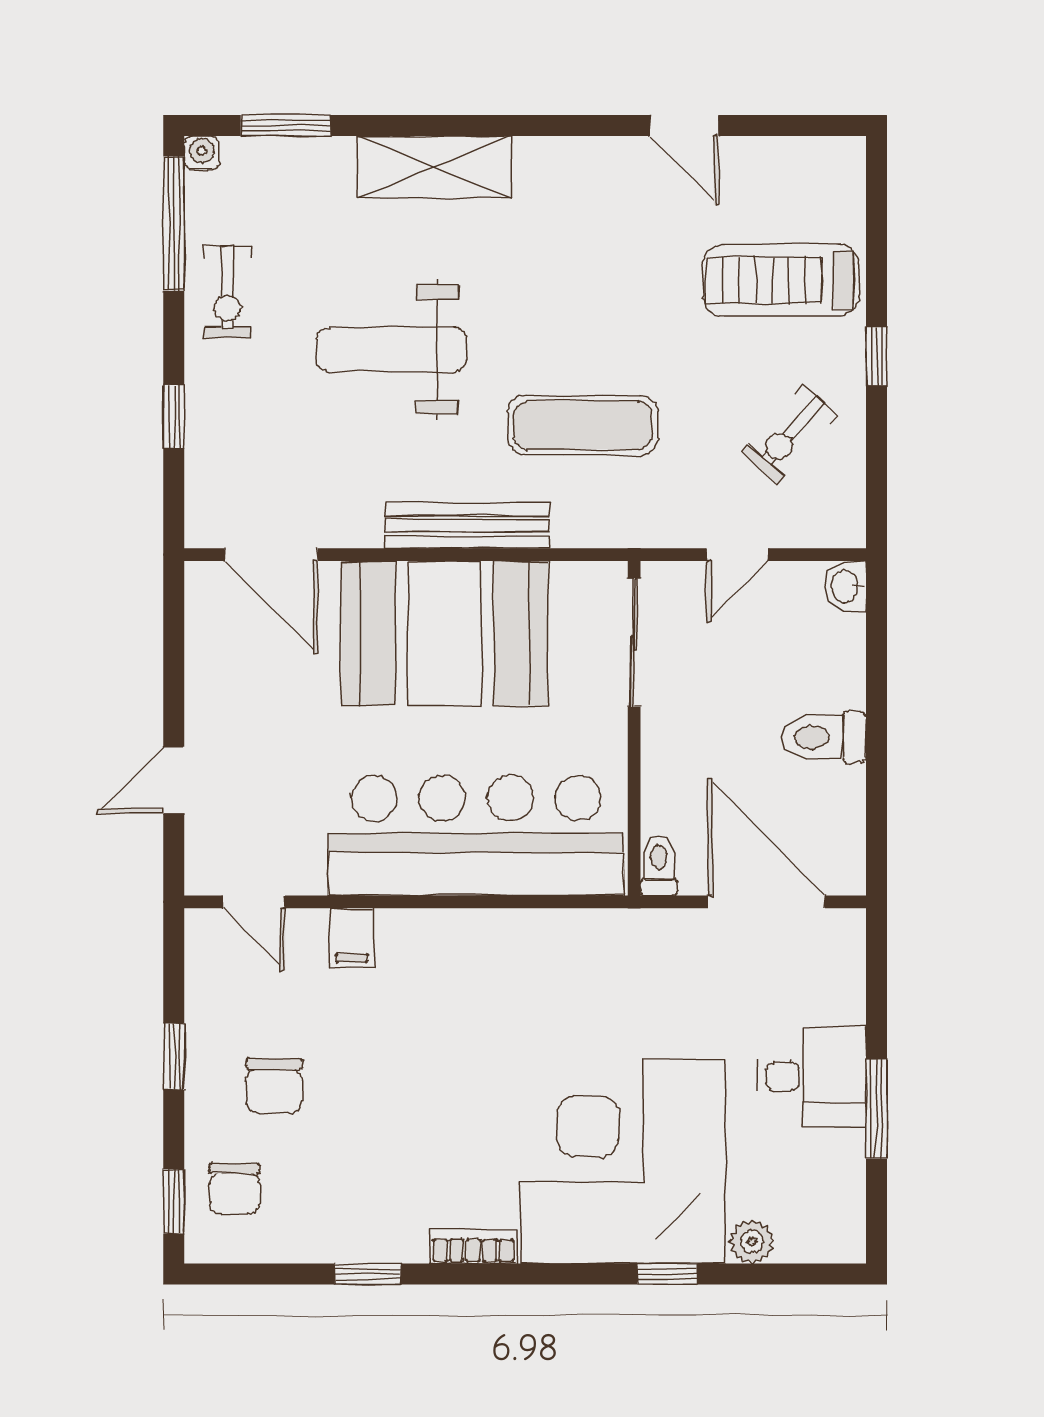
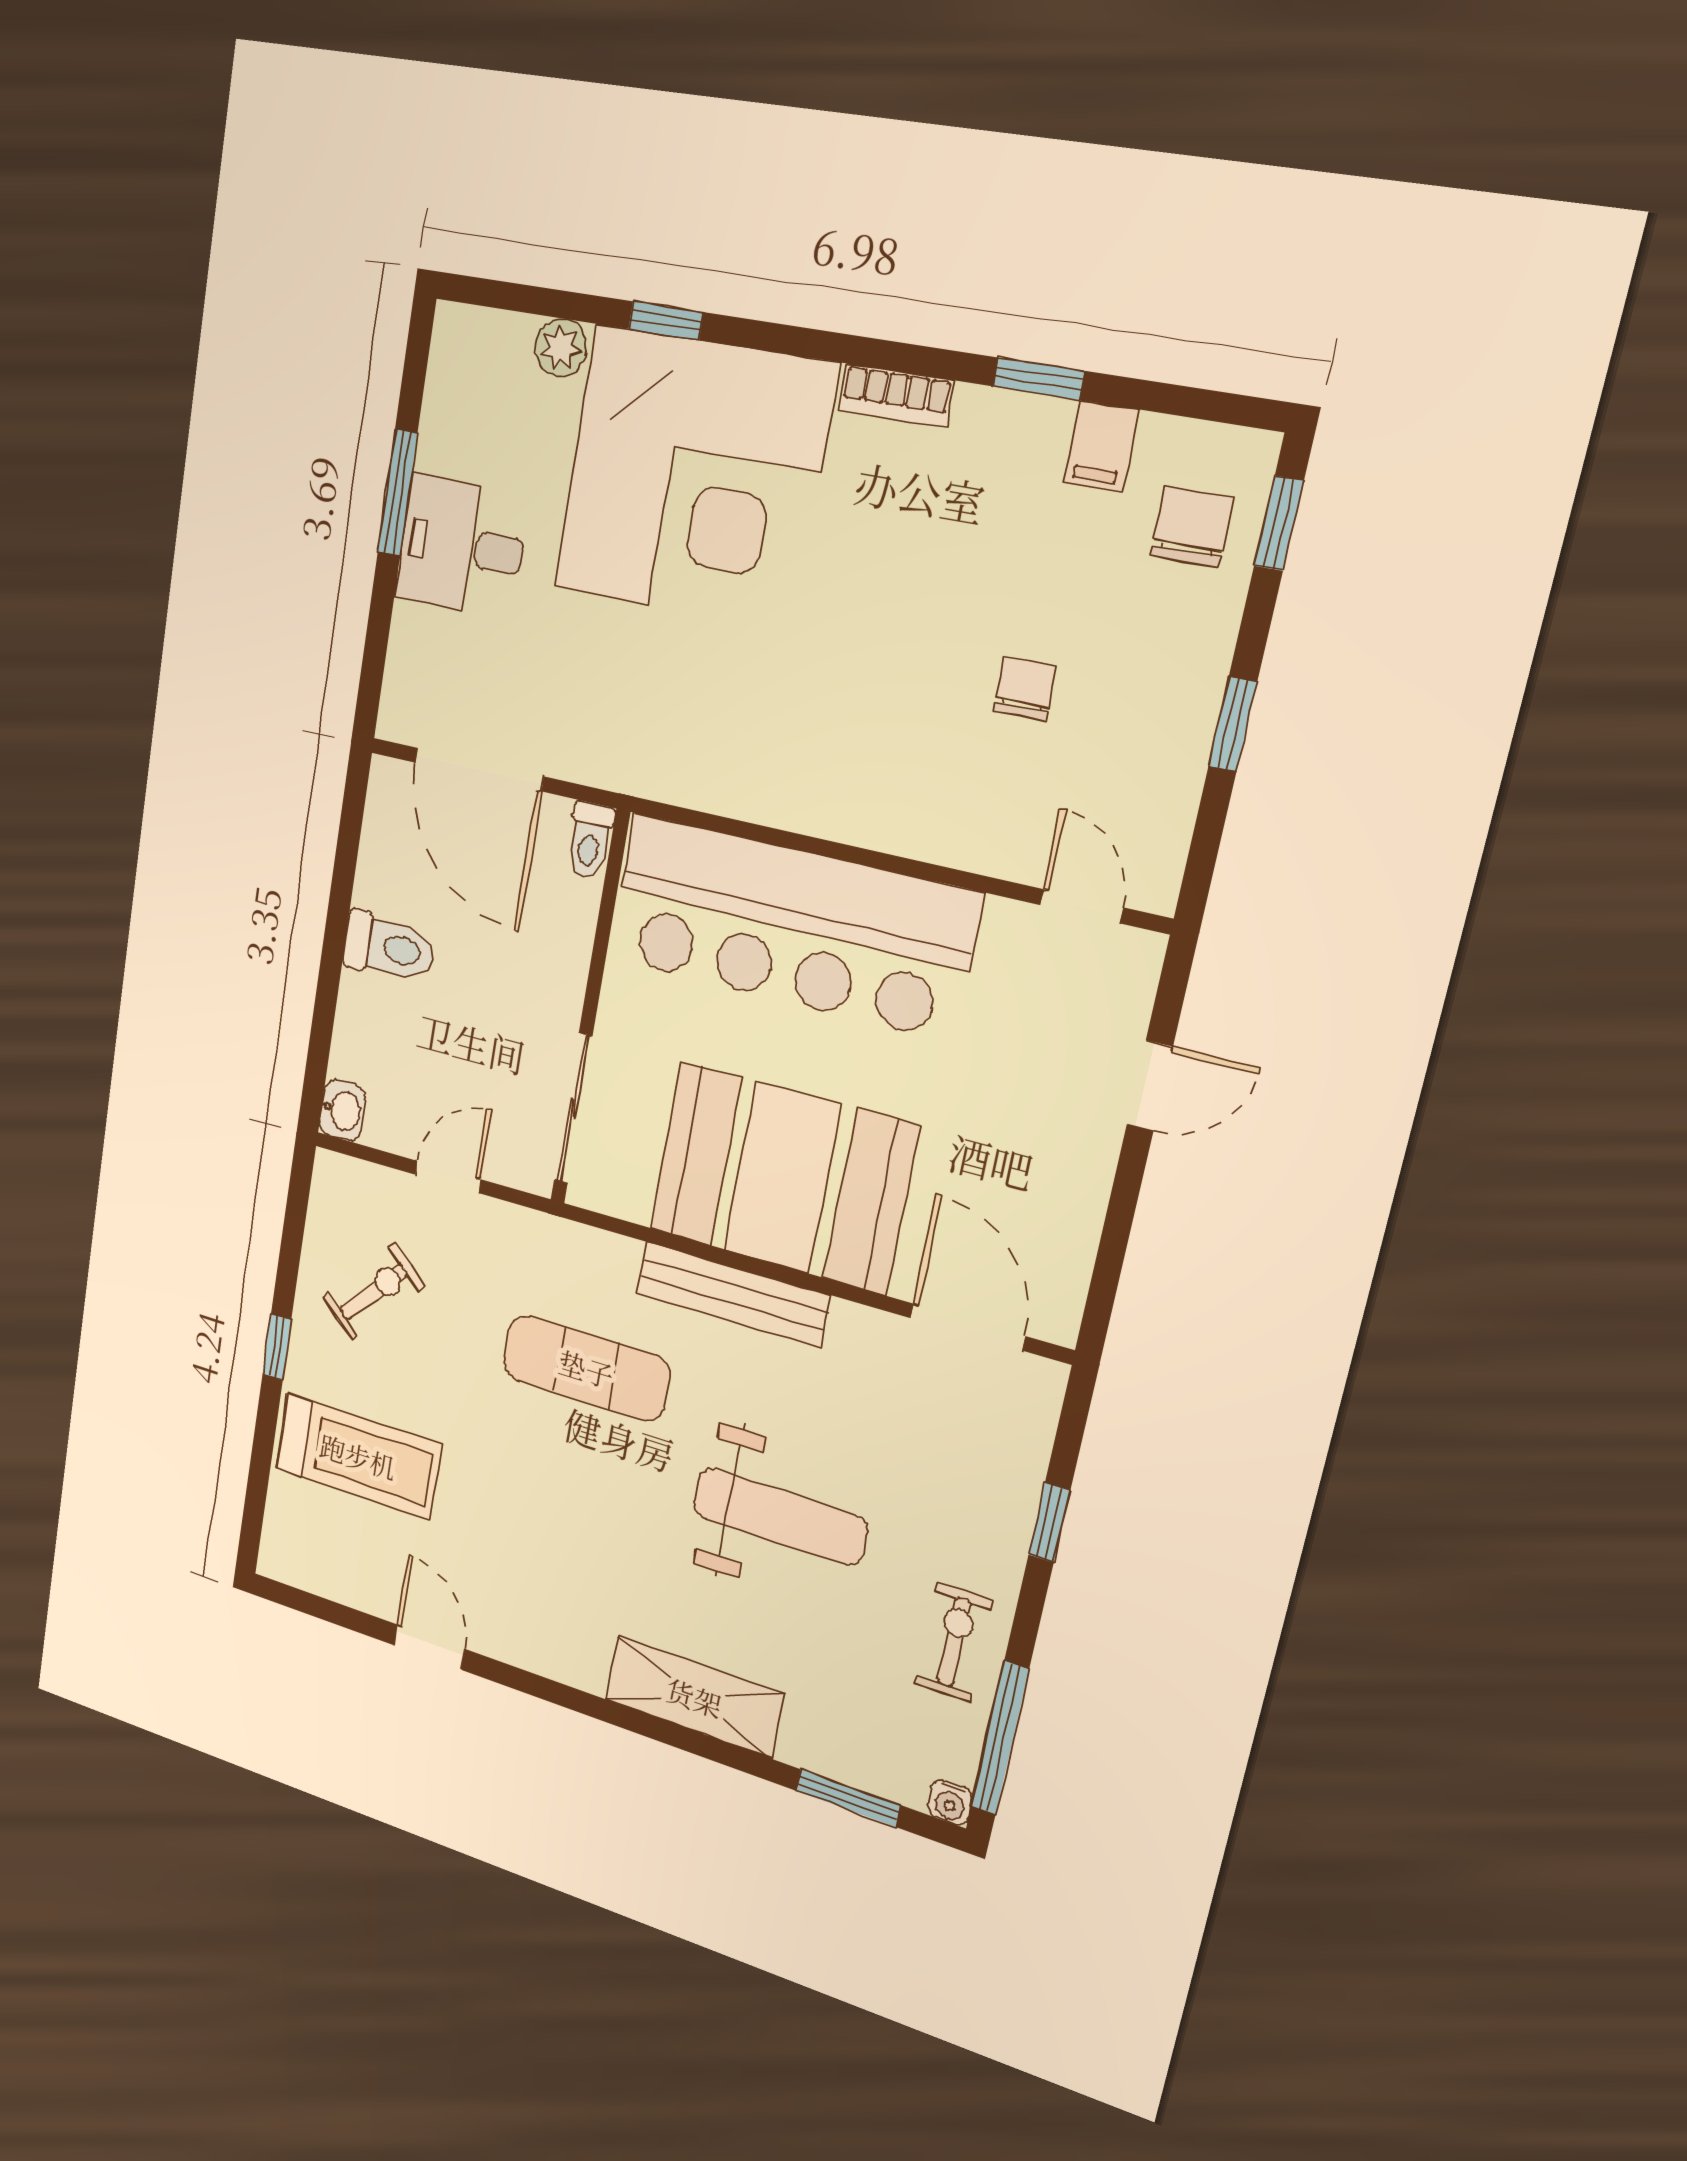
filing cabinet: (352, 938) -> (1101, 446), moved, turned 180
chair: (274, 1086) -> (1025, 689), moved, width x0.73, depth x0.73

